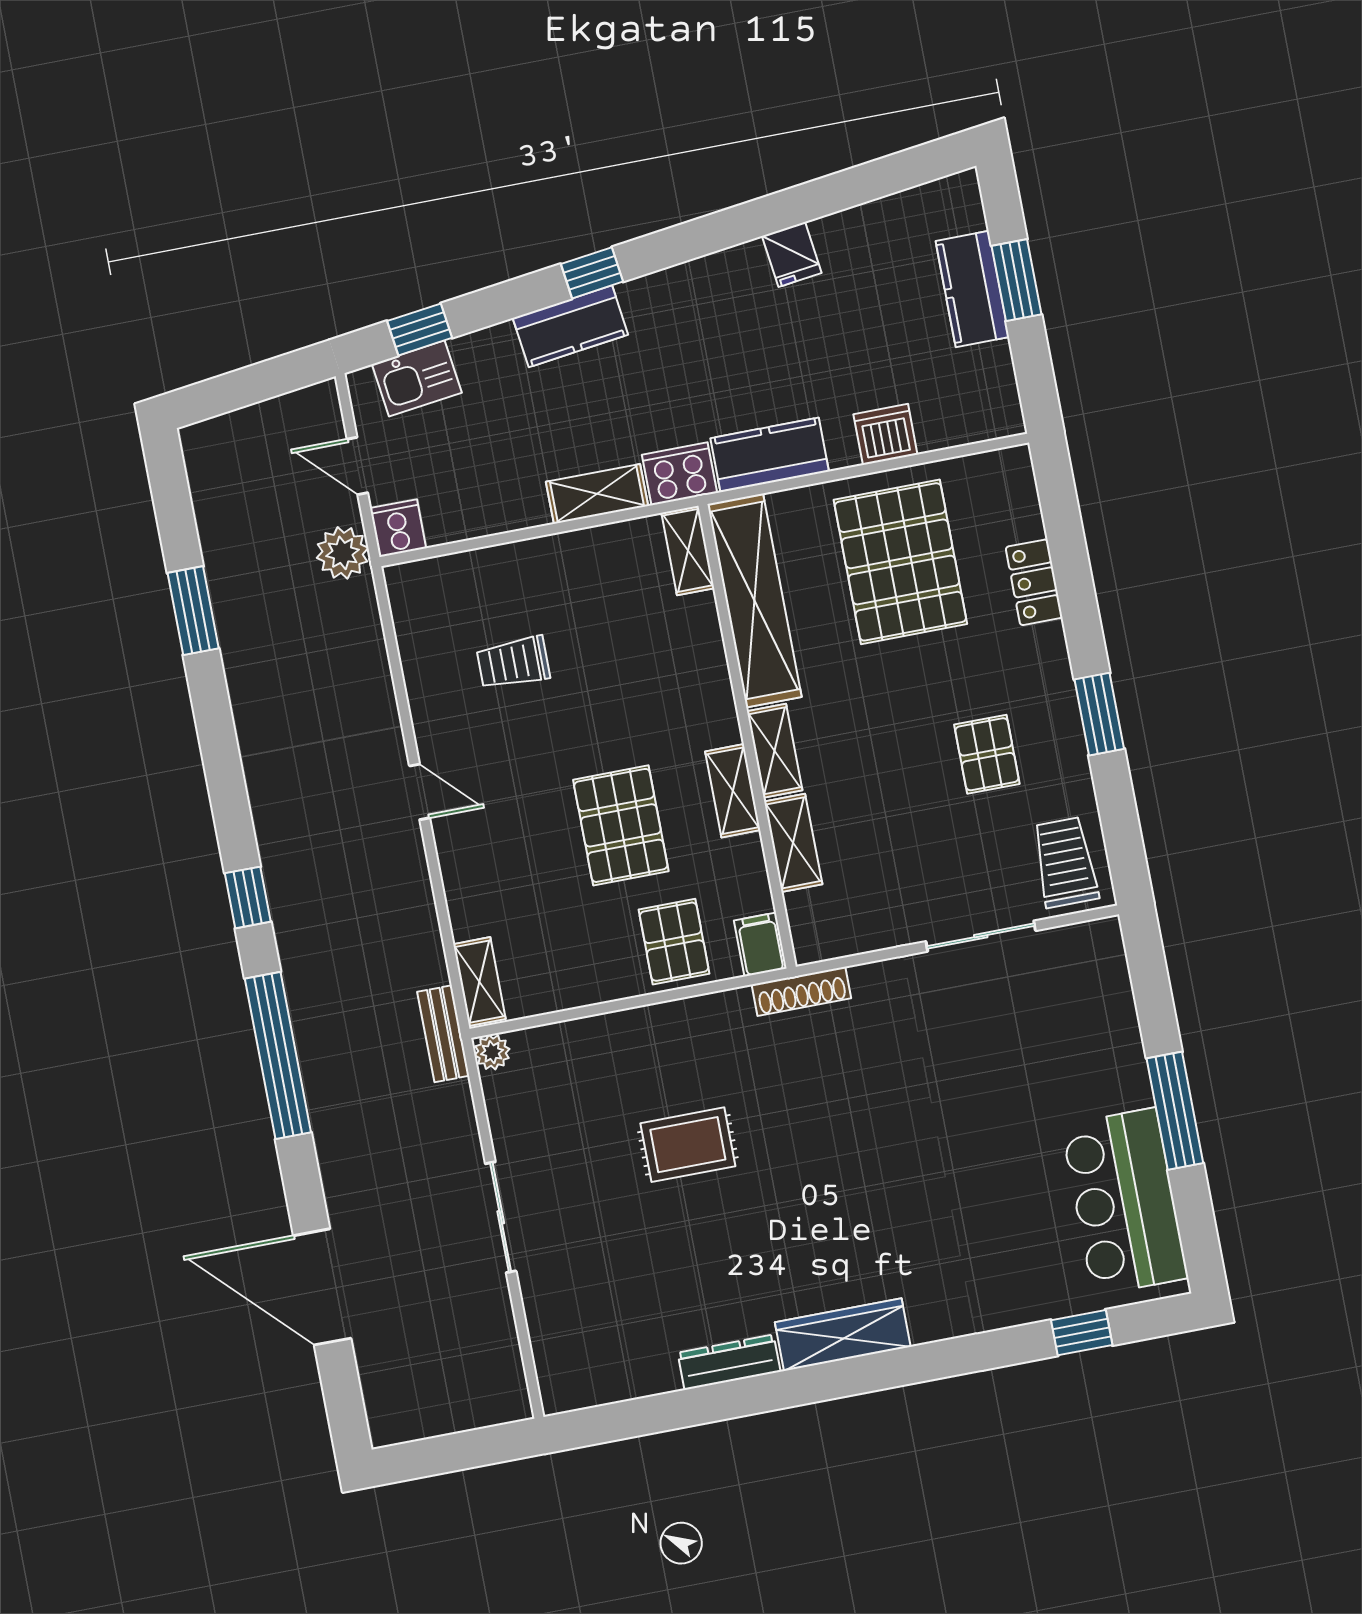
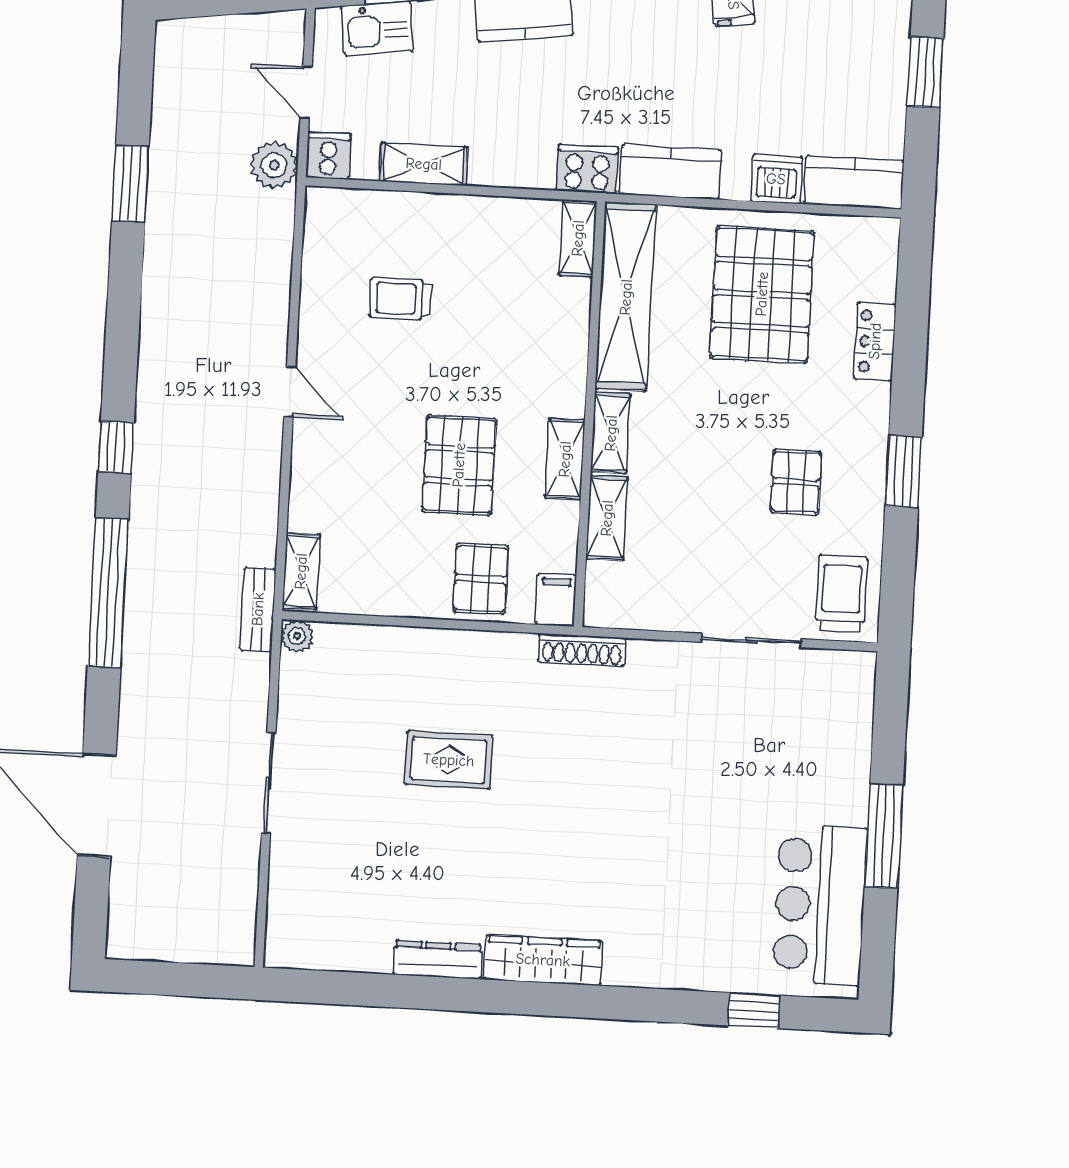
kitchen counter: (972, 289) -> (854, 182), moved, turned 90
shelving: (597, 494) -> (424, 164), moved

